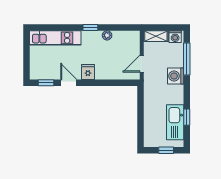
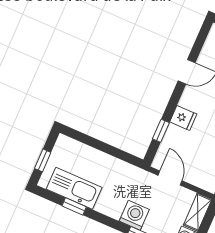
fridge: (88, 72) -> (183, 118), moved
window: (46, 83) -> (161, 131), moved

